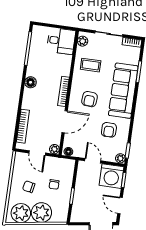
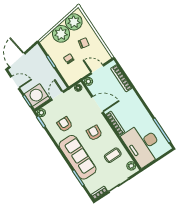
desk: (61, 41) -> (143, 144), width x1.87, depth x1.30
floor lamp: (30, 82) -> (141, 110), removed
door: (65, 122) -> (97, 105), swing flipped
door: (93, 161) -> (57, 96), swing flipped

